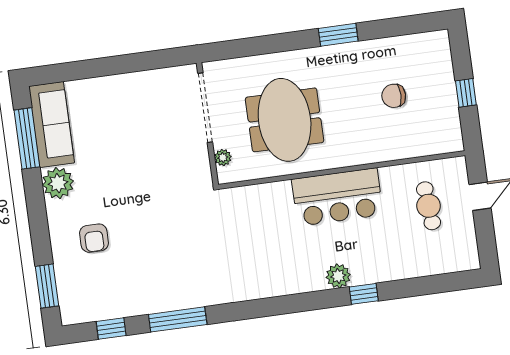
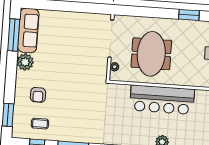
bar counter: (337, 197) -> (162, 100), width x1.36
coffee table: (108, 290) -> (40, 124), added

